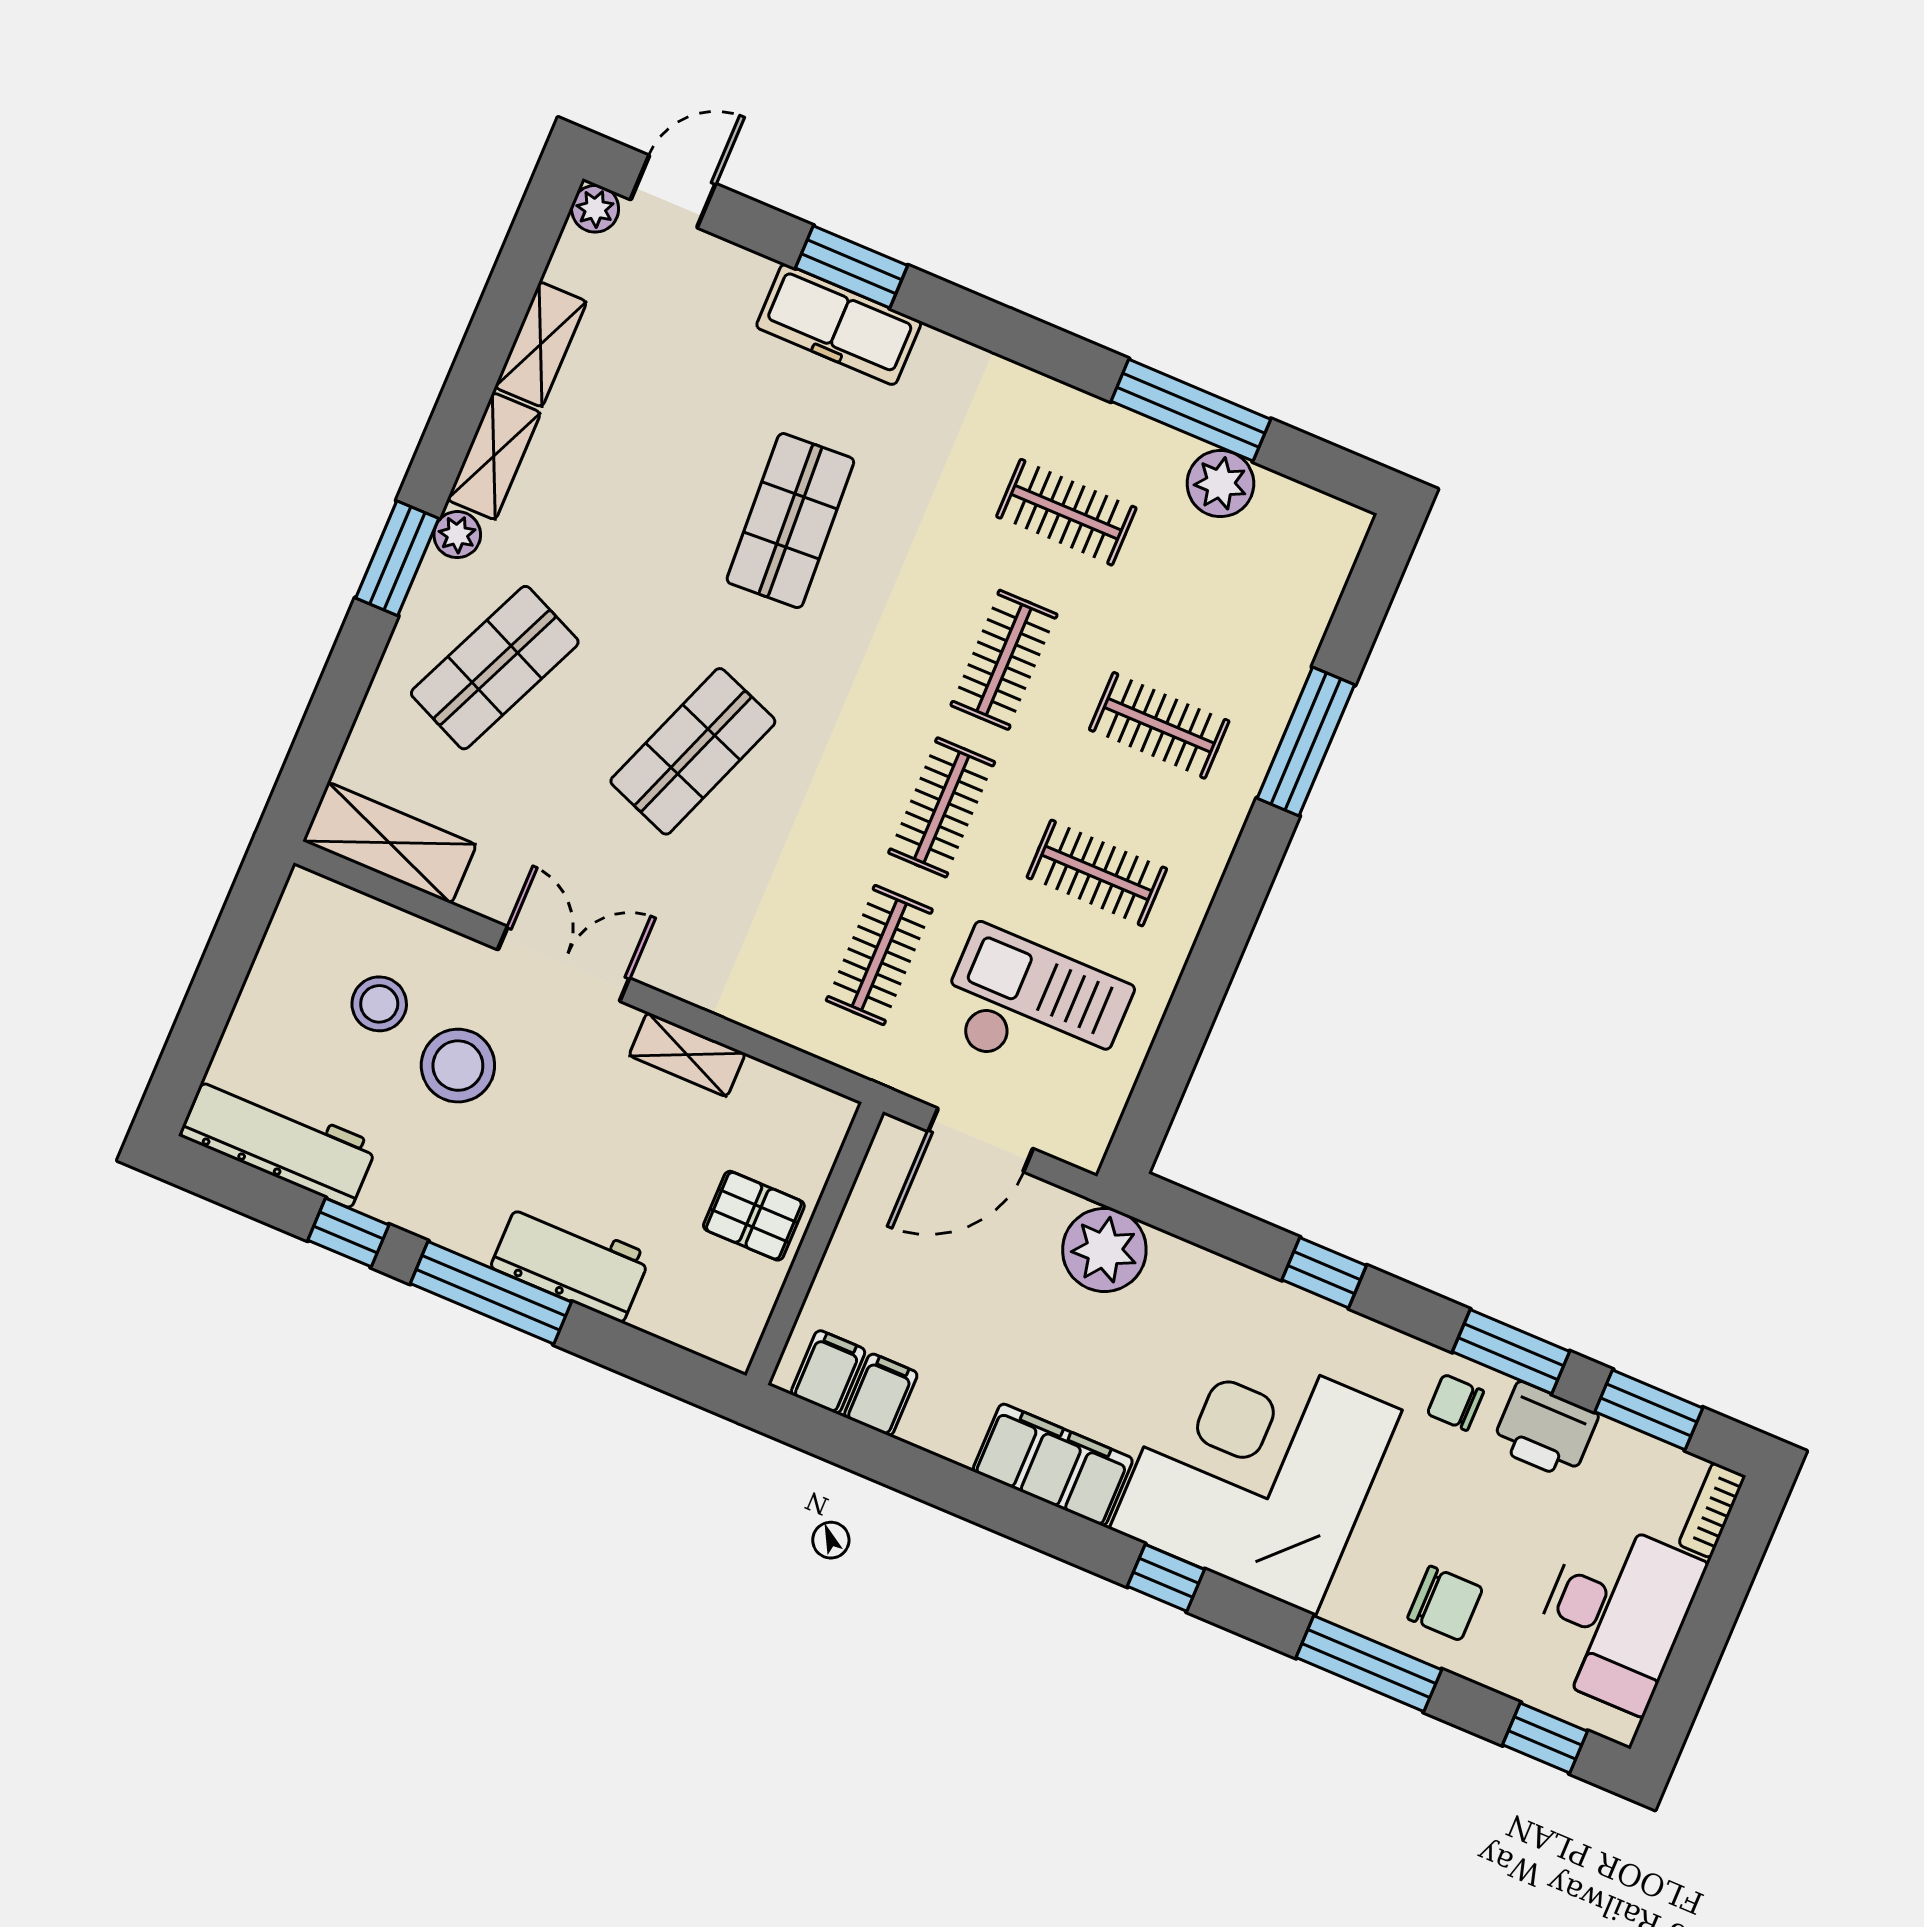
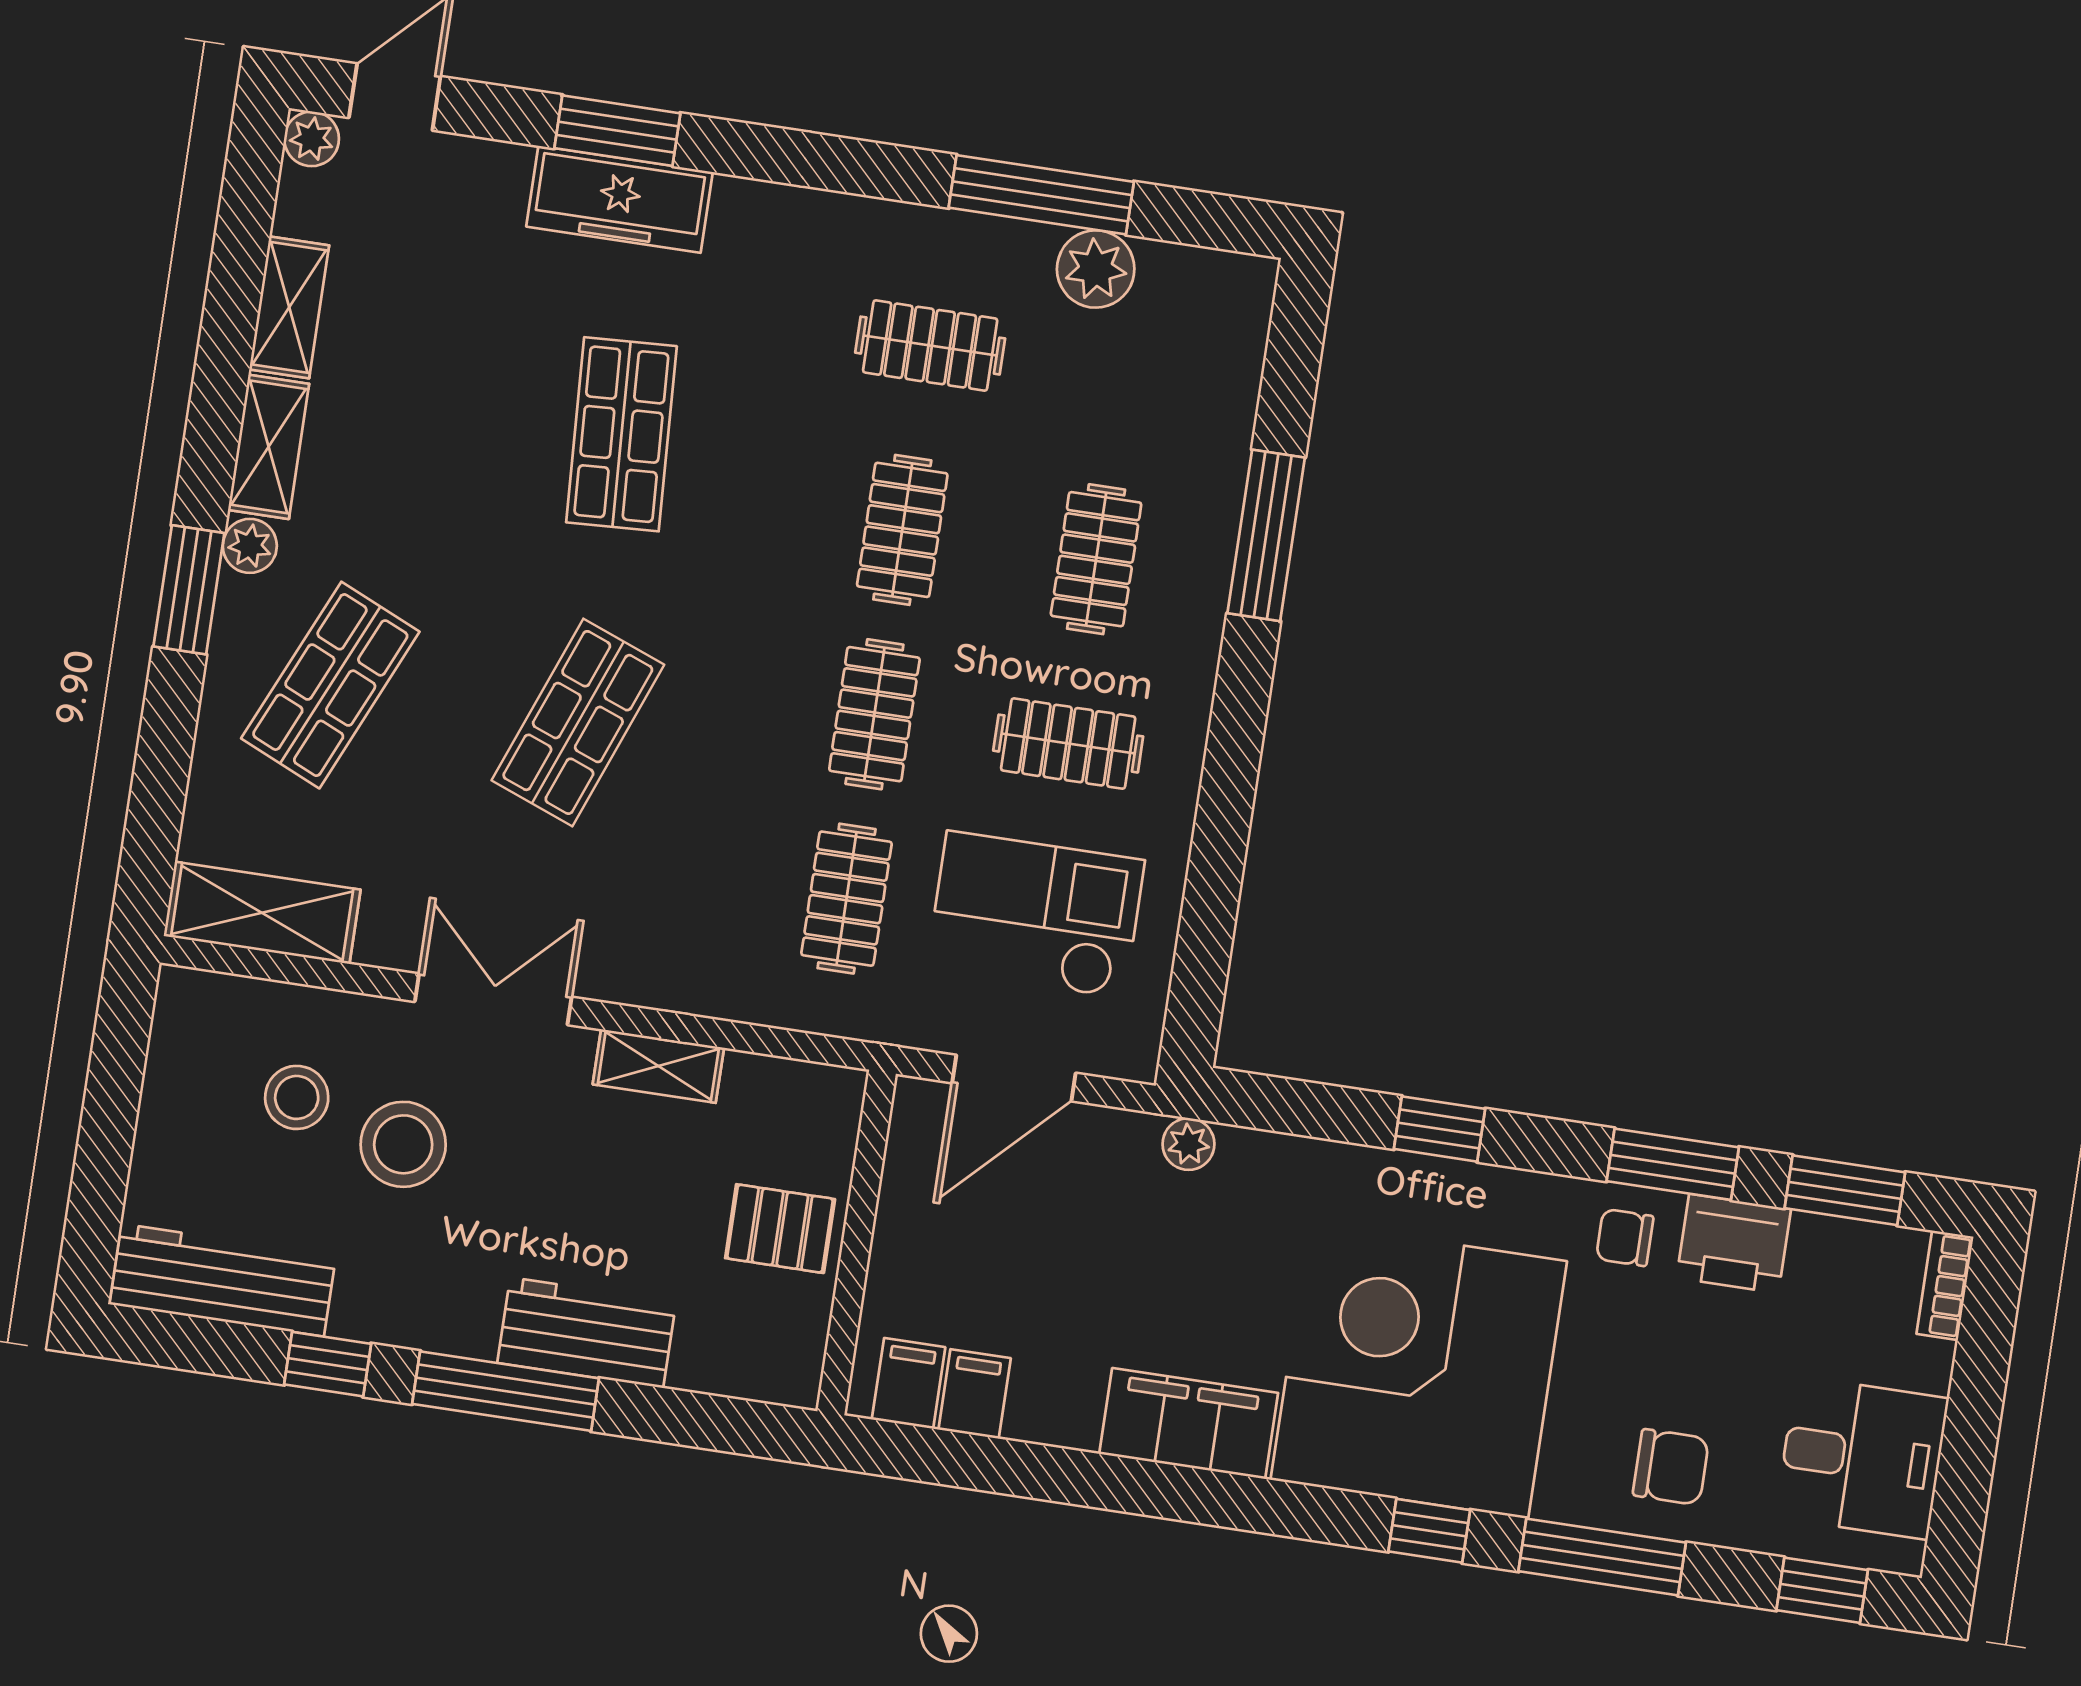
clothes rail: (1159, 725) -> (1096, 559), turned 90
plant: (1104, 1250) -> (1188, 1144), width x0.53, depth x0.53
window: (1166, 1578) -> (1429, 1531), moved
desk: (1615, 1615) -> (1862, 1458), width x0.73

